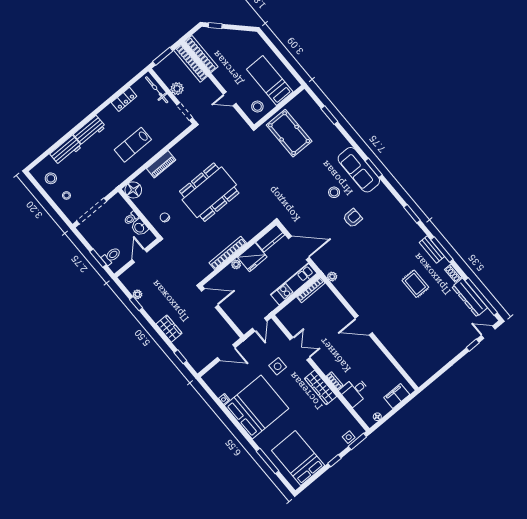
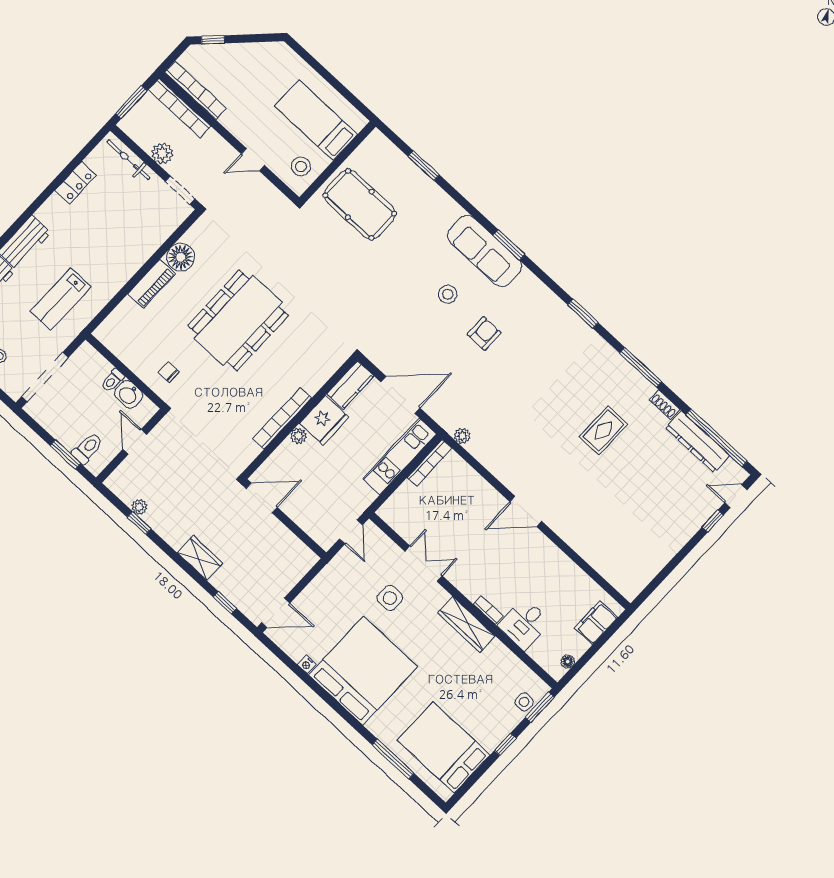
lab bench: (133, 145) -> (61, 299), moved
floor lamp: (133, 190) -> (181, 257), moved
bench: (432, 249) -> (624, 369), removed
rug: (415, 284) -> (603, 430), turned 90
door: (226, 353) -> (276, 613), moved

